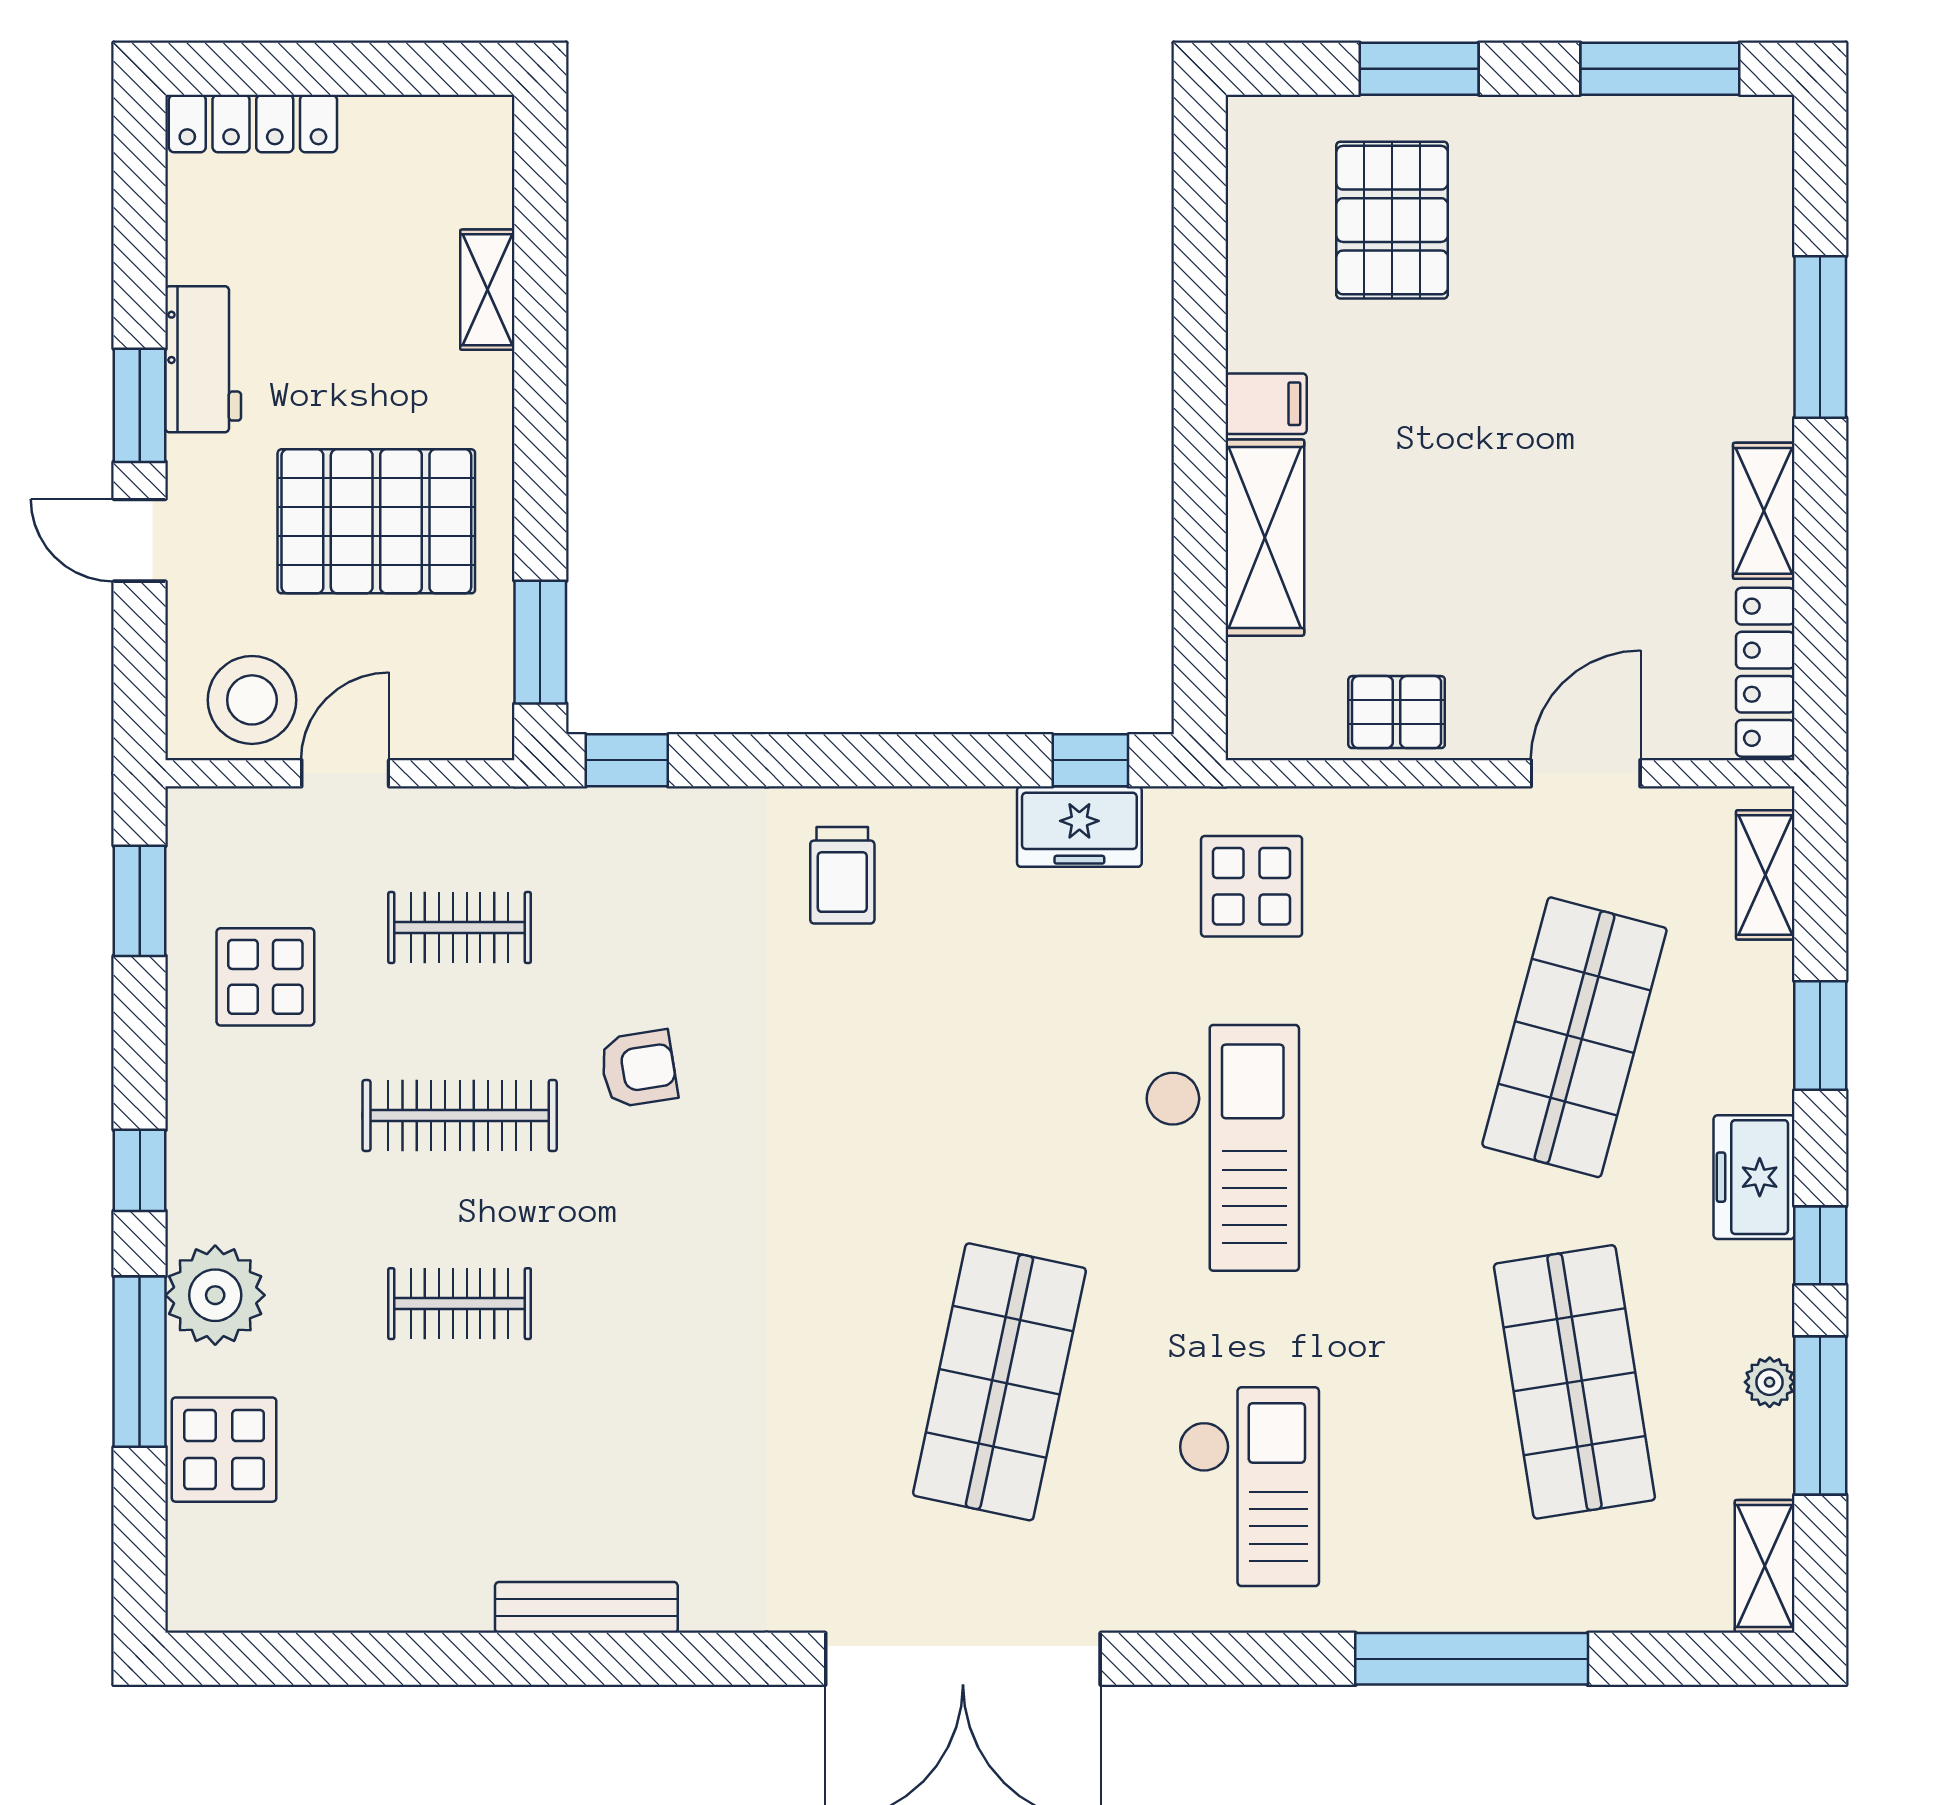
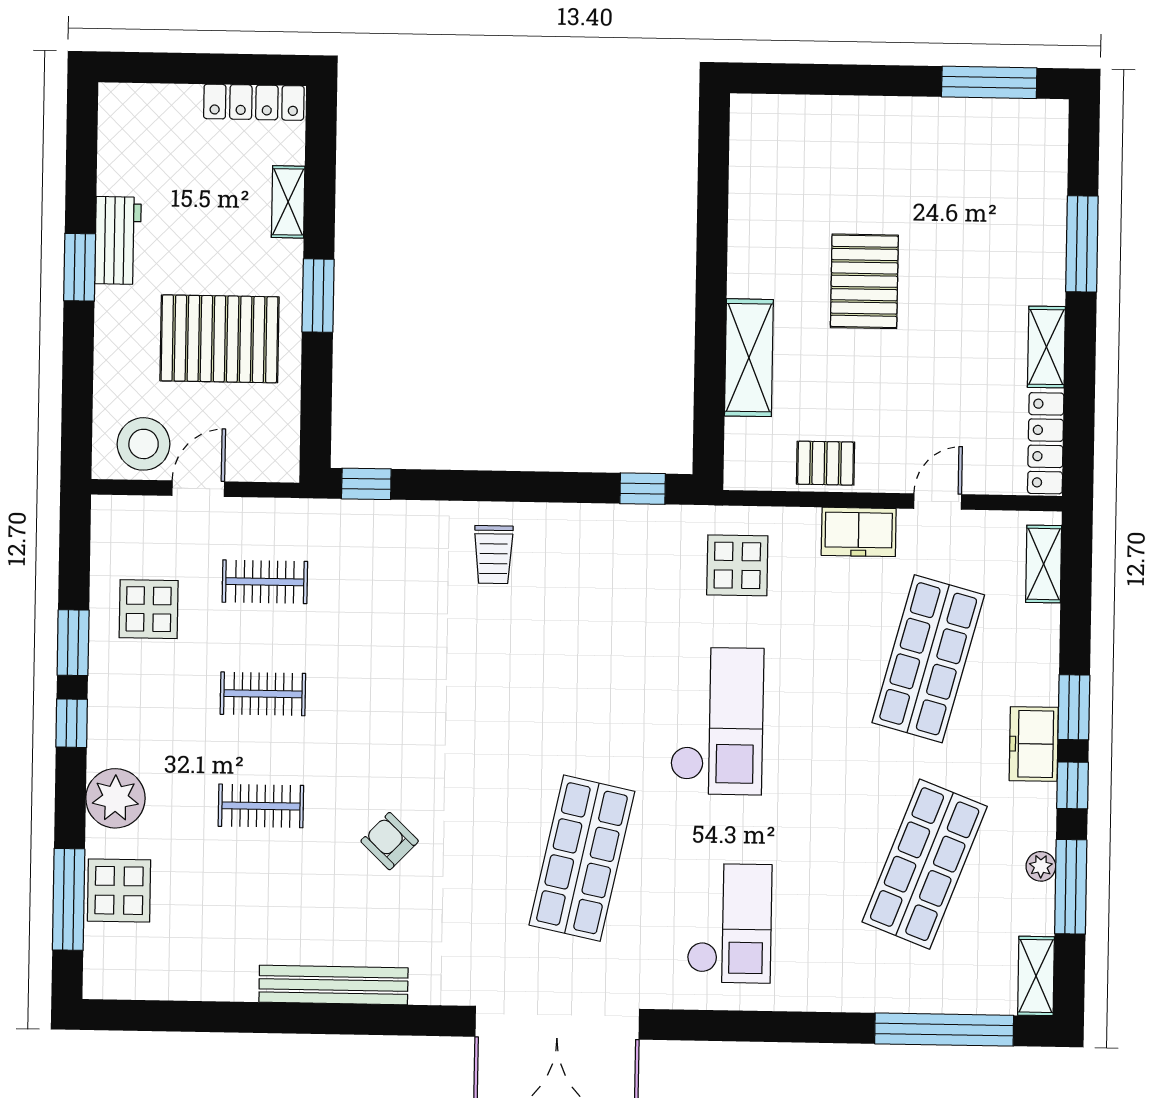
window: (1419, 69) -> (846, 80), removed
locker: (253, 123) -> (254, 102), moved
pallet: (1392, 220) -> (864, 281), moved
filing cabinet: (1266, 404) -> (751, 278), removed
door: (140, 540) -> (78, 348), removed
window: (540, 642) -> (318, 296), moved
door: (1586, 773) -> (938, 502), width x0.73
freezer: (1079, 827) -> (859, 532), moved
window: (140, 901) -> (73, 643), moved
window: (1820, 1036) -> (1074, 707), moved
armchair: (639, 1069) -> (390, 841), moved, turned -127
clothes rail: (460, 1116) -> (263, 694), width x0.73
window: (140, 1362) -> (69, 899), moved
shop shelf: (1574, 1382) -> (925, 864), turned 30
bench: (586, 1607) -> (333, 985), width x1.37, depth x1.21
window: (1472, 1659) -> (944, 1030), moved

